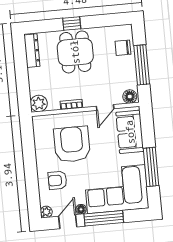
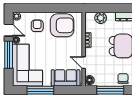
plant: (39, 103) -> (101, 18), moved
armchair: (72, 144) -> (62, 25), moved

